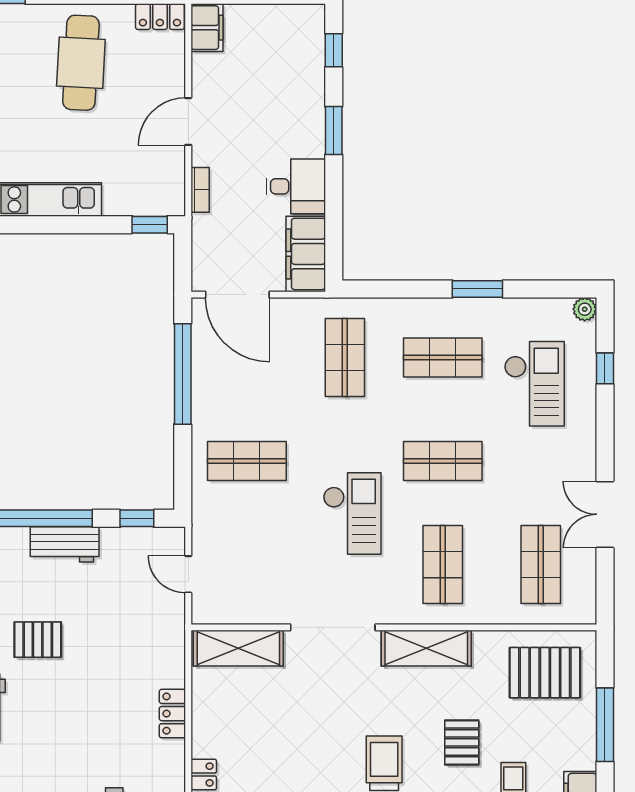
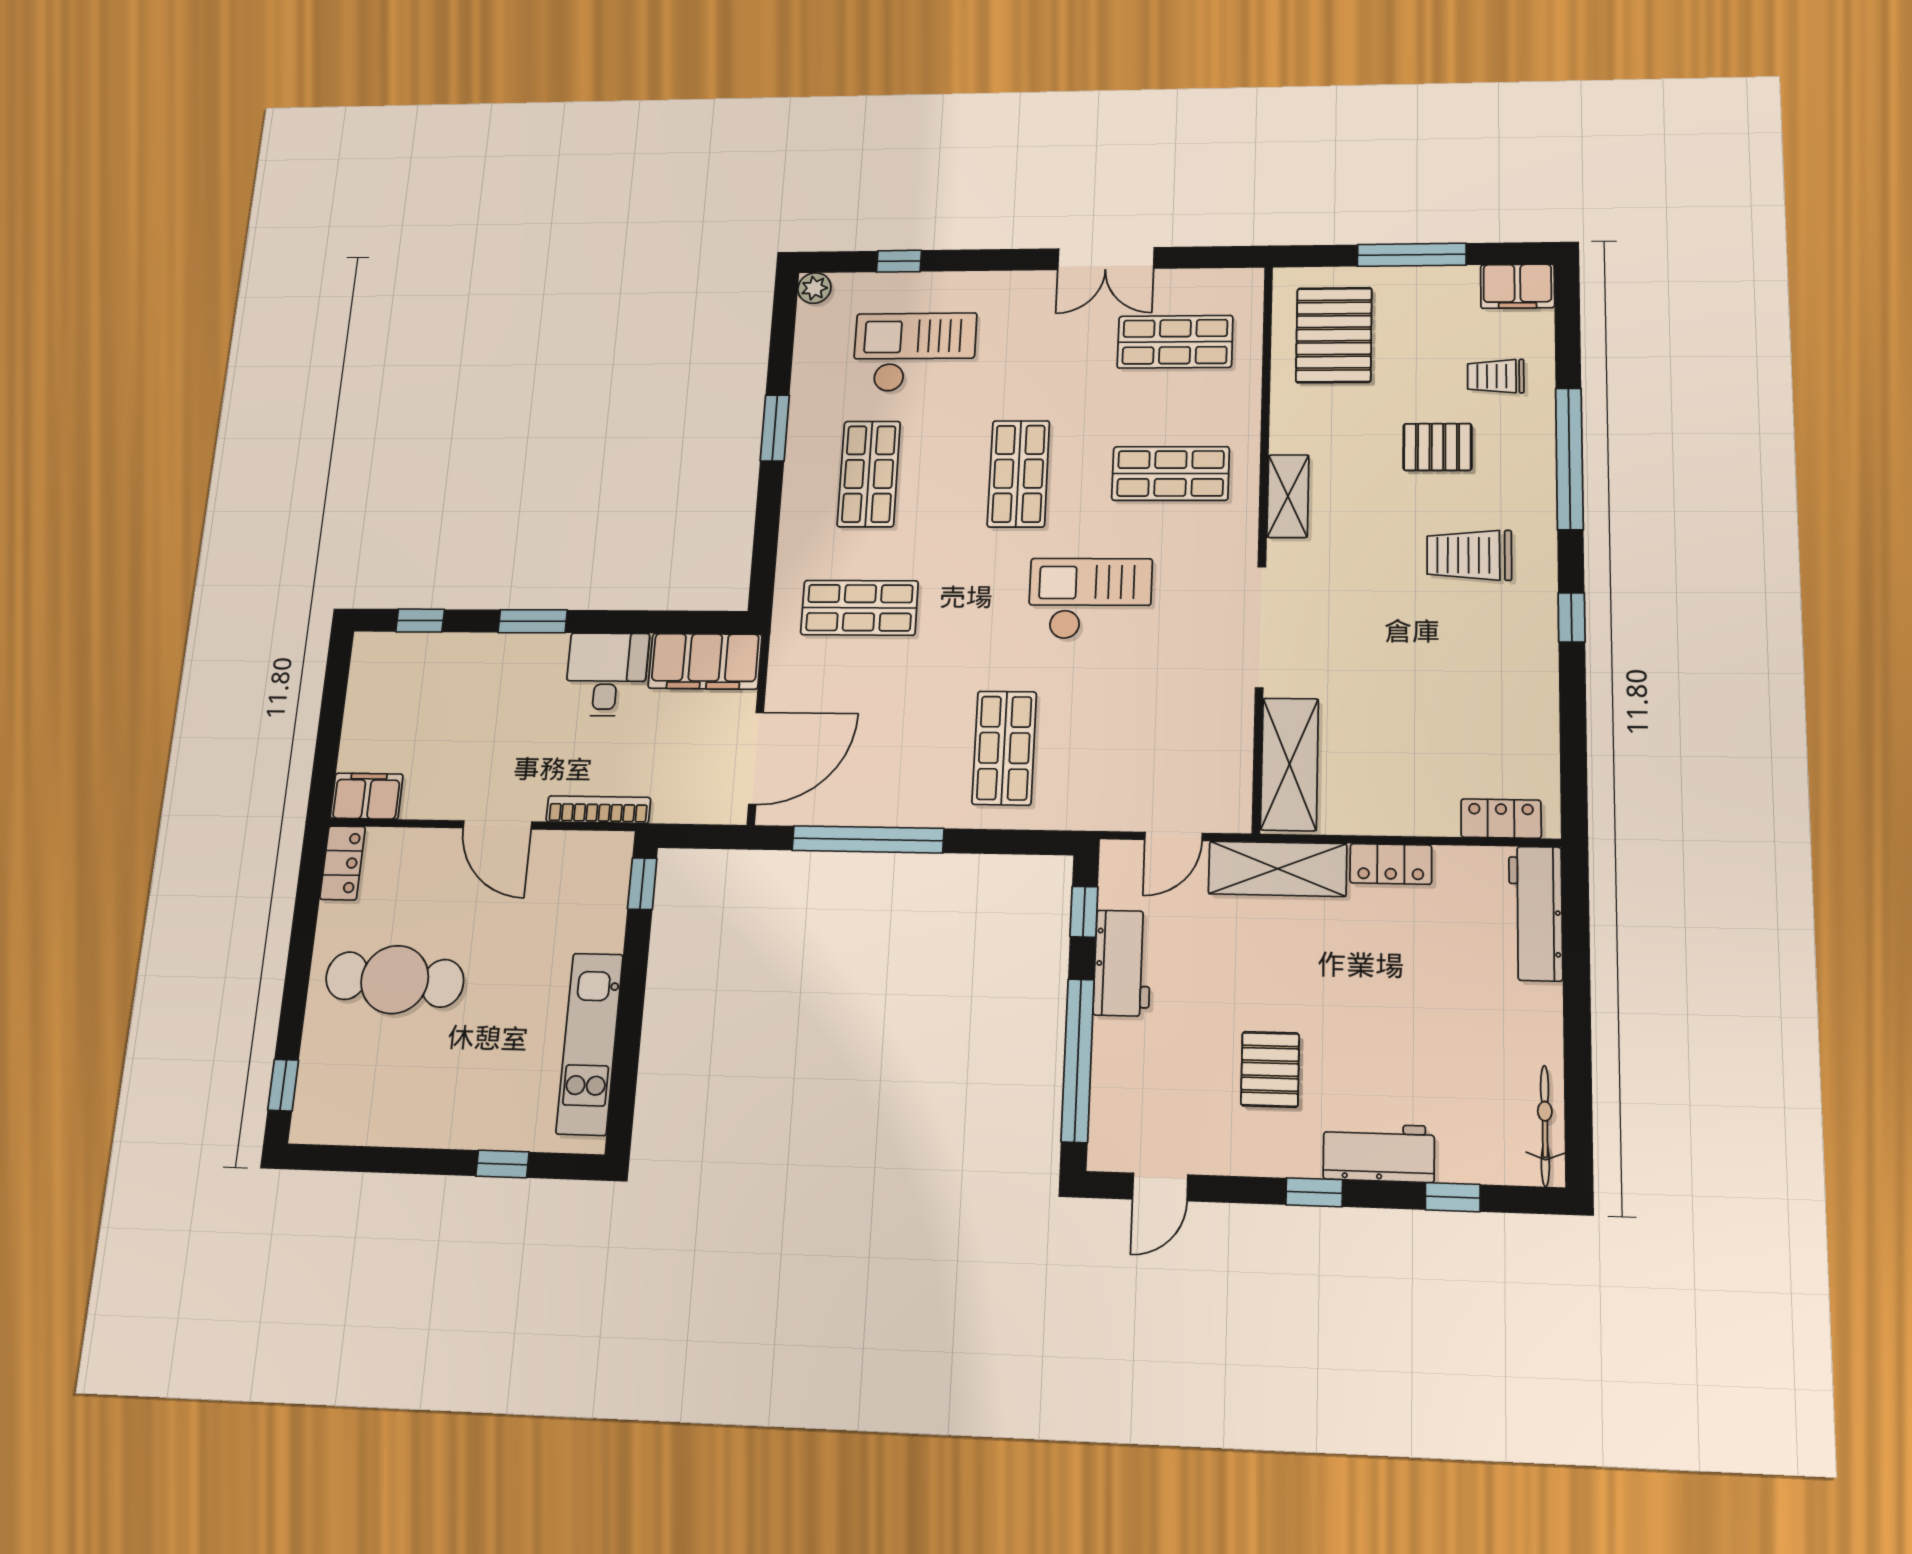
bookcase: (200, 190) -> (598, 810), width x1.56
workbench: (65, 544) -> (1123, 963), moved
shelving: (168, 642) -> (1278, 869), added
shelving: (426, 648) -> (1288, 496), width x0.67, depth x0.75

